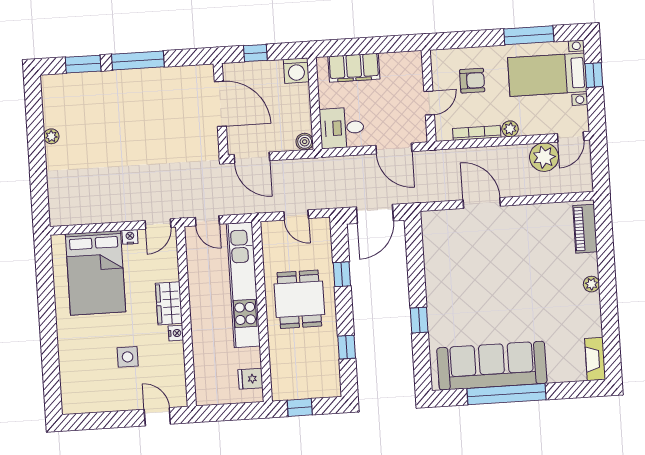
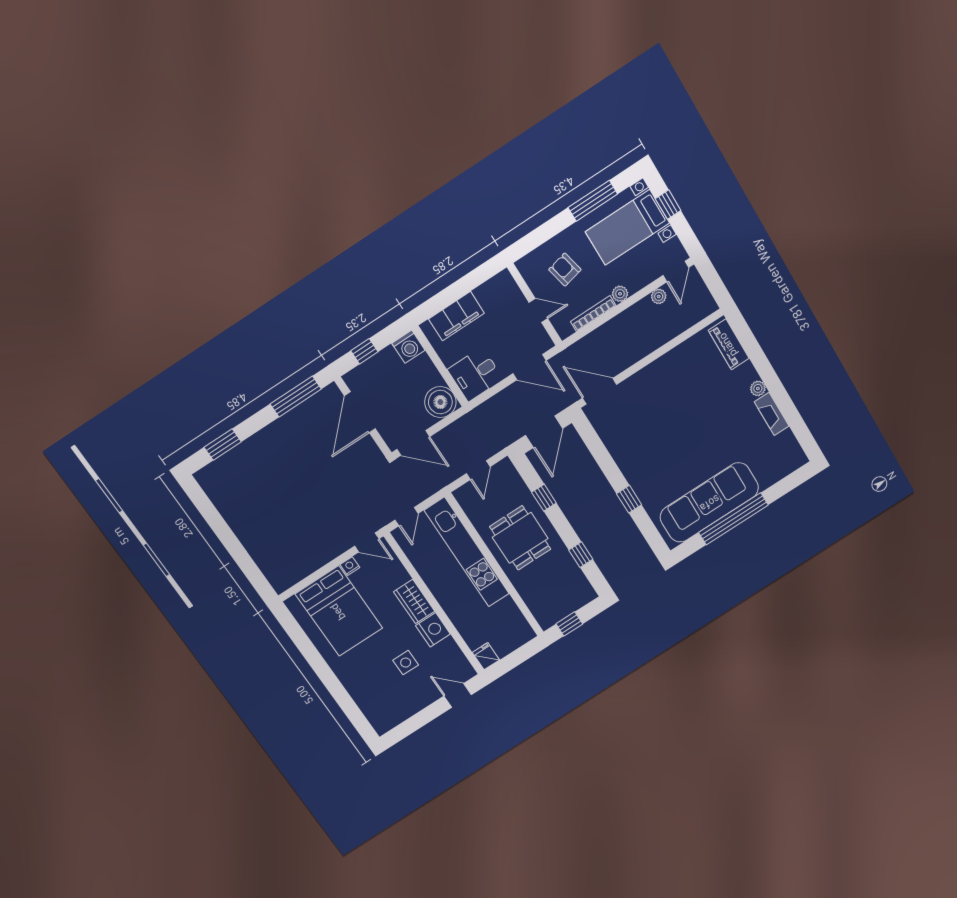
window: (138, 61) -> (296, 396), moved
armchair: (472, 81) -> (565, 270), turned -103
door: (429, 103) -> (538, 310), hinge flipped
door: (220, 104) -> (360, 412), swing flipped
plant: (51, 136) -> (233, 521), removed
boiler: (305, 142) -> (440, 402), width x1.86, depth x1.86
plant: (544, 157) -> (659, 296), width x0.53, depth x0.53
door: (482, 203) -> (600, 391), moved
door: (296, 215) -> (478, 470), hinge flipped
door: (207, 221) -> (406, 517), hinge flipped
door: (158, 224) -> (367, 542), hinge flipped
nightstand: (176, 333) -> (433, 630), width x1.89, depth x1.79
fireplace: (595, 359) -> (772, 414), moved
fridge: (250, 379) -> (486, 656), moved, turned 90

